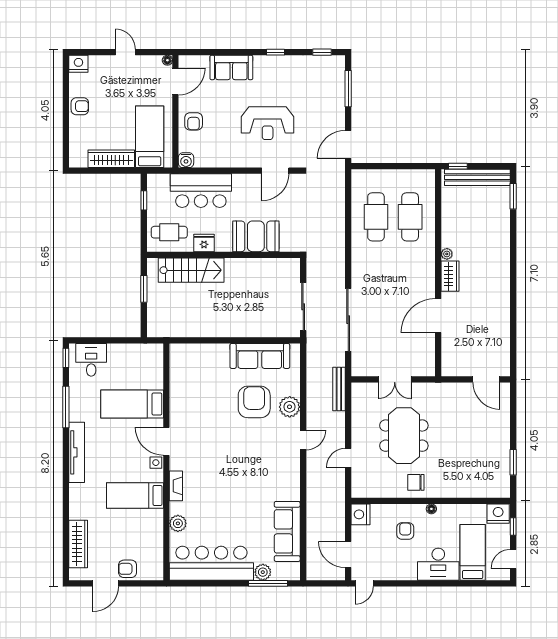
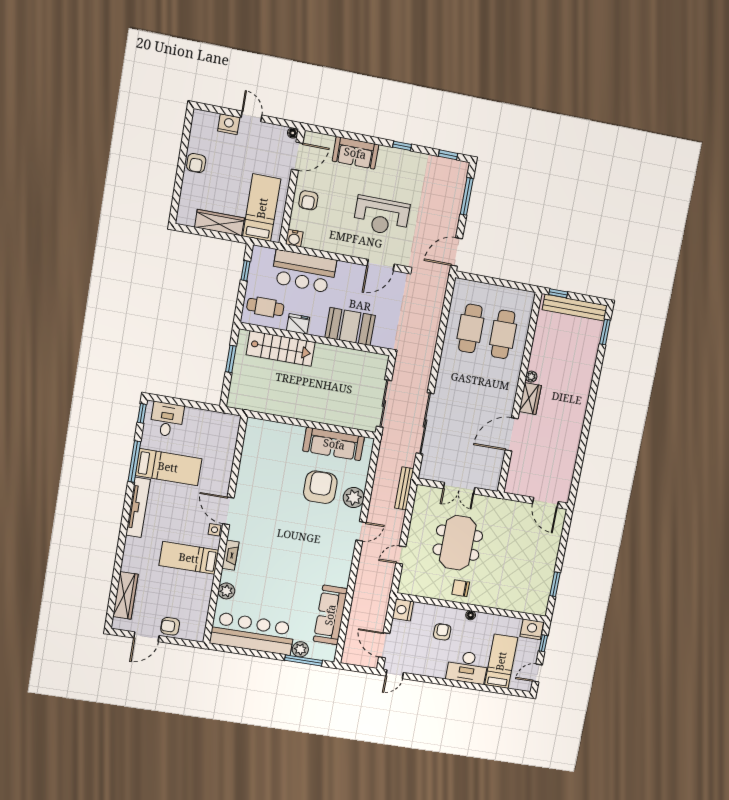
nightstand: (78, 64) -> (229, 124), moved
armchair: (80, 106) -> (196, 163), turned 90
bed: (132, 404) -> (168, 467), moved, turned 180

